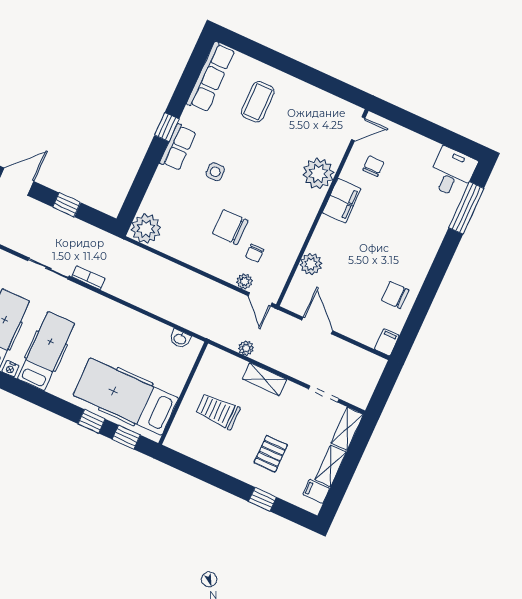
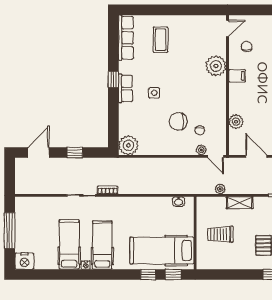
filing cabinet: (342, 201) -> (237, 76), width x0.50

